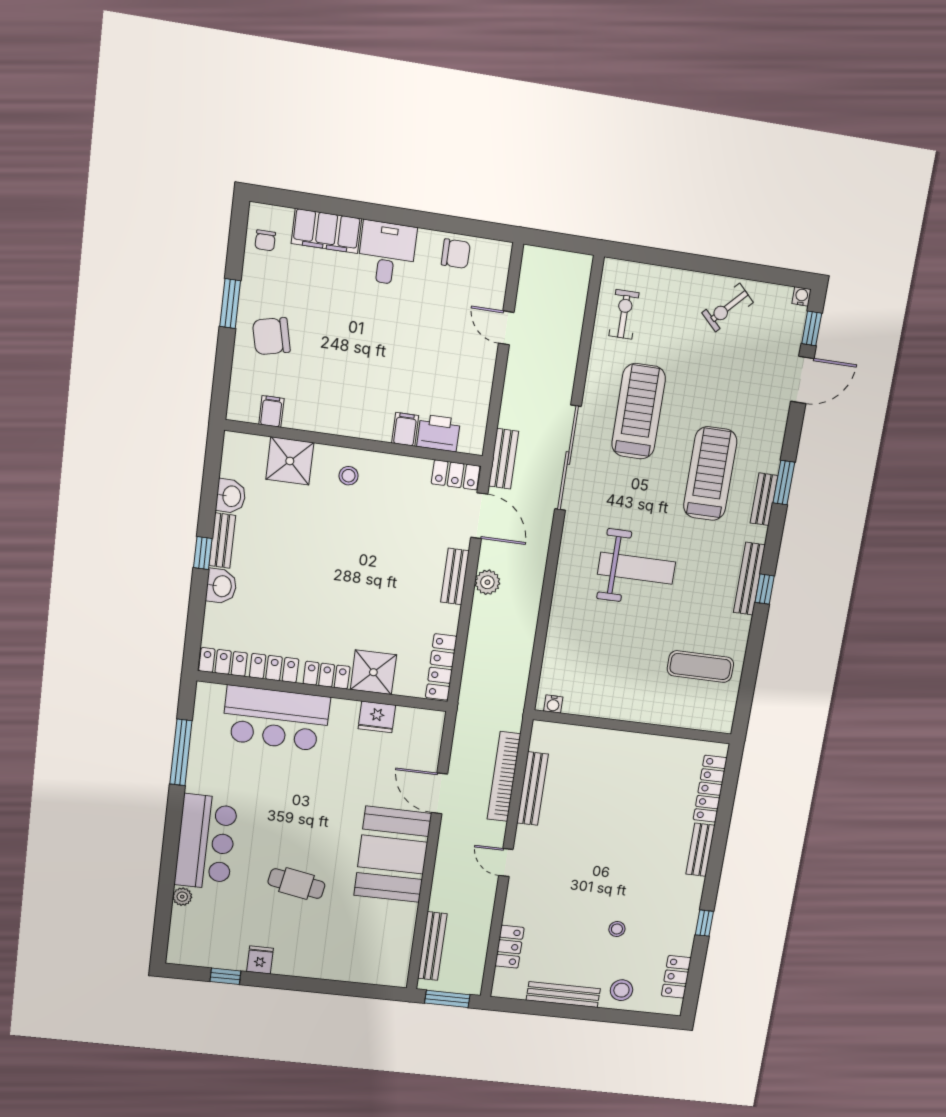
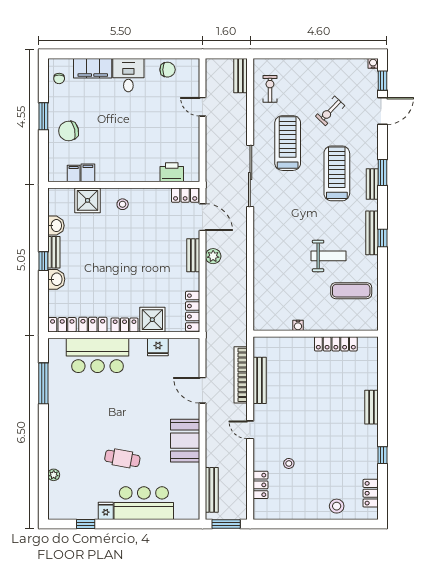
exercise bike: (728, 308) -> (330, 111), moved
filing cabinet: (405, 429) -> (88, 173), moved
bench: (504, 459) -> (241, 76), moved
weight bench: (637, 568) -> (329, 256), moved, width x0.73, depth x0.75
water cooler: (553, 704) -> (298, 325), moved
locker: (710, 789) -> (336, 344), moved, turned -90
bar counter: (206, 842) -> (144, 503), moved, turned -90
booth: (393, 854) -> (185, 441), width x0.73, depth x0.70
stool: (617, 929) -> (289, 463), moved
bench: (563, 994) -> (300, 513), removed

